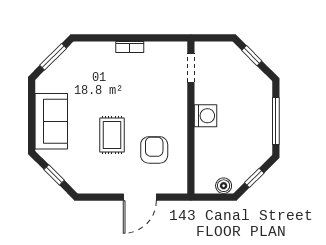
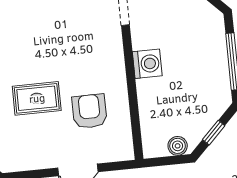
rug: (112, 135) -> (37, 98), turned 90

